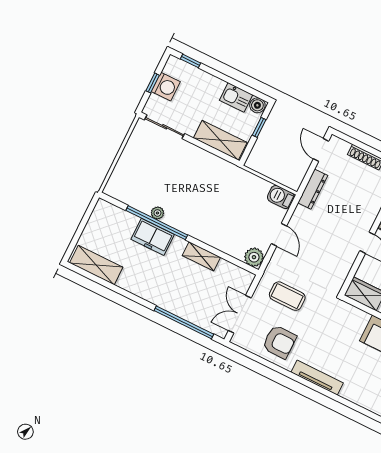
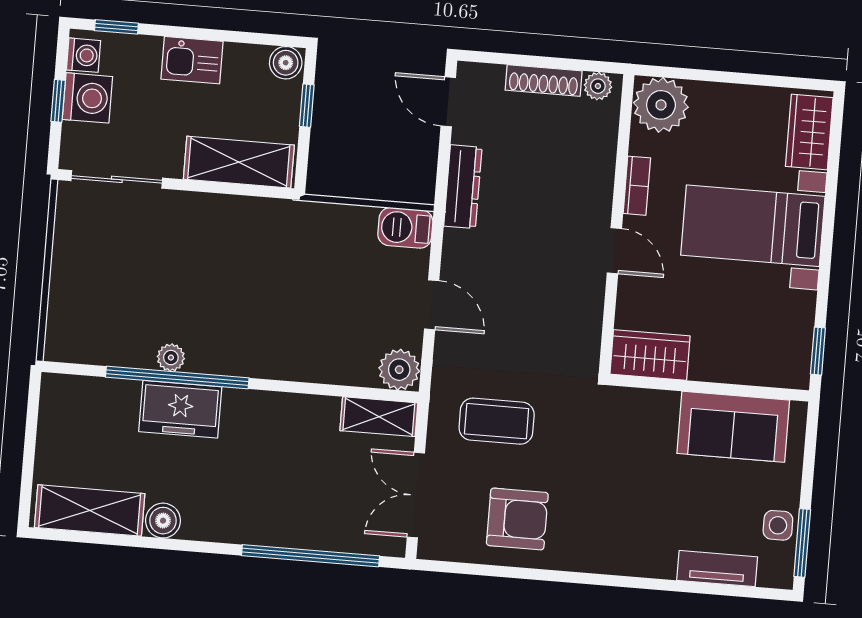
washing machine: (171, 67) -> (83, 55), added
kitchen sink: (236, 97) -> (192, 60), moved
shelving: (201, 256) -> (379, 417), moved
boiler: (126, 282) -> (163, 521), added
tv unit: (317, 378) -> (717, 569), moved, width x0.71

